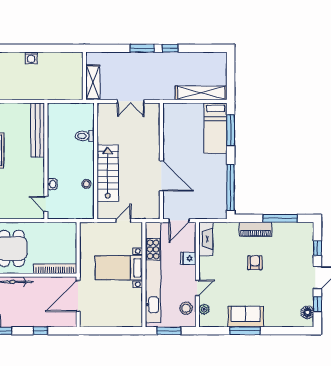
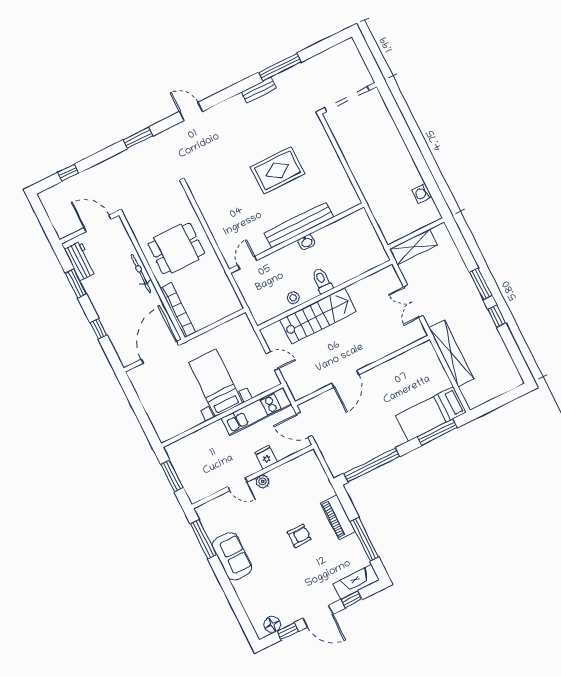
washing machine: (31, 58) -> (422, 193), moved
shelving: (201, 93) -> (451, 353), moved
bench: (38, 130) -> (299, 225), moved
toilet: (85, 136) -> (322, 281), moved
door: (161, 176) -> (345, 379), width x0.73
washbasin: (52, 184) -> (306, 242), moved
fireplace: (206, 239) -> (356, 582), moved, turned 180
kitchen unit: (153, 273) -> (256, 411), width x0.54
door: (78, 296) -> (160, 352), hinge flipped
stool: (186, 308) -> (208, 483), removed
plant: (204, 309) -> (263, 481), moved
window: (245, 331) -> (203, 539), moved

